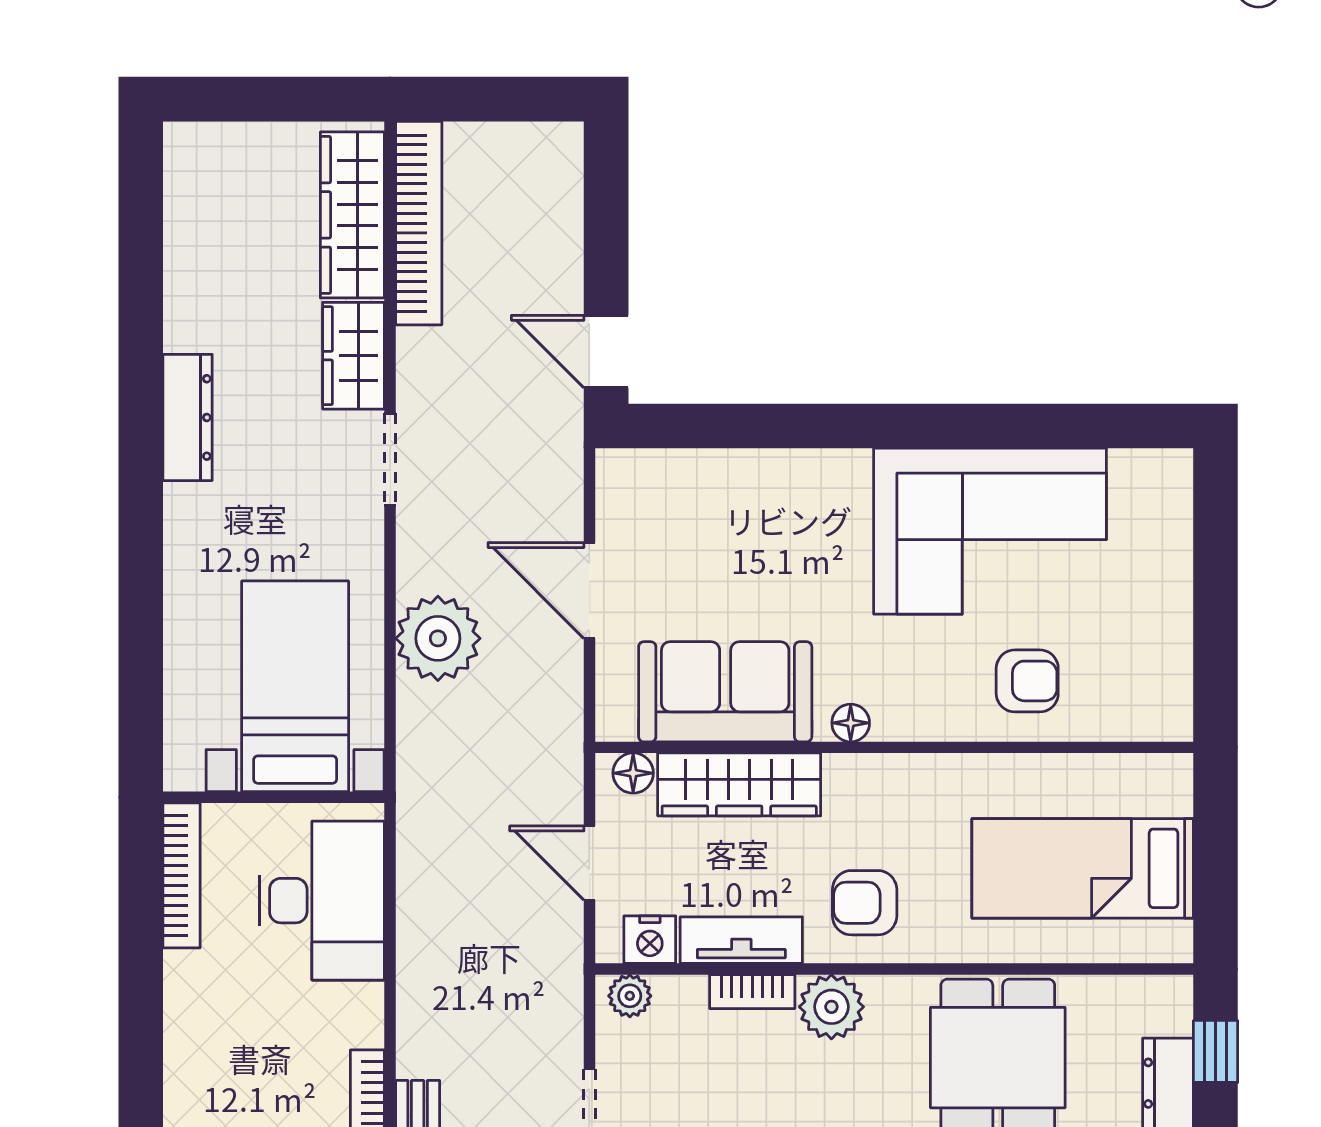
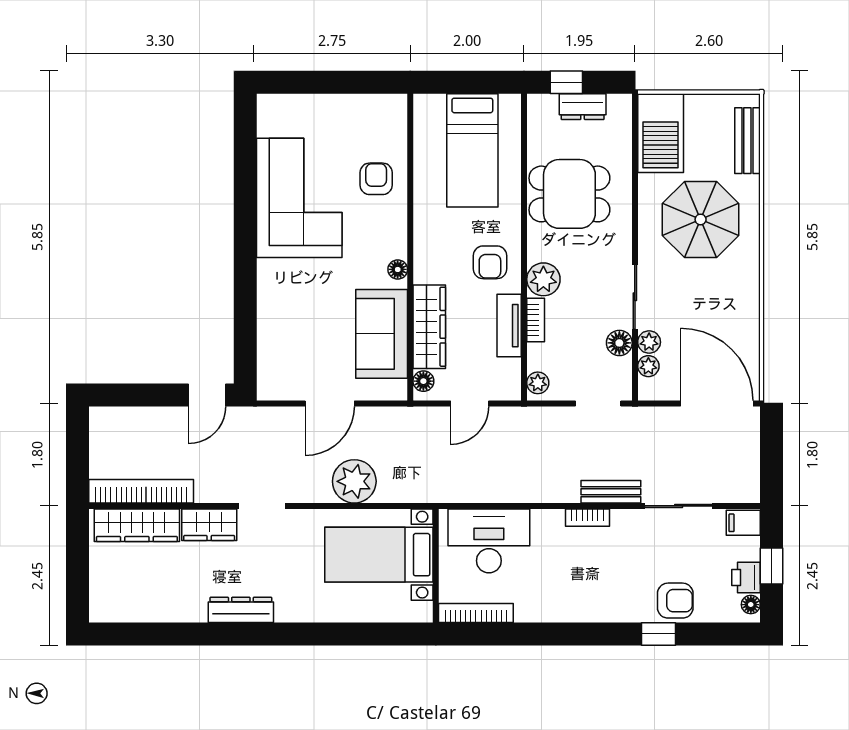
nightstand: (650, 940) -> (509, 373), removed

